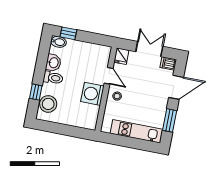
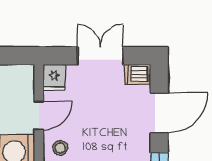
door: (109, 76) -> (39, 116), hinge flipped

